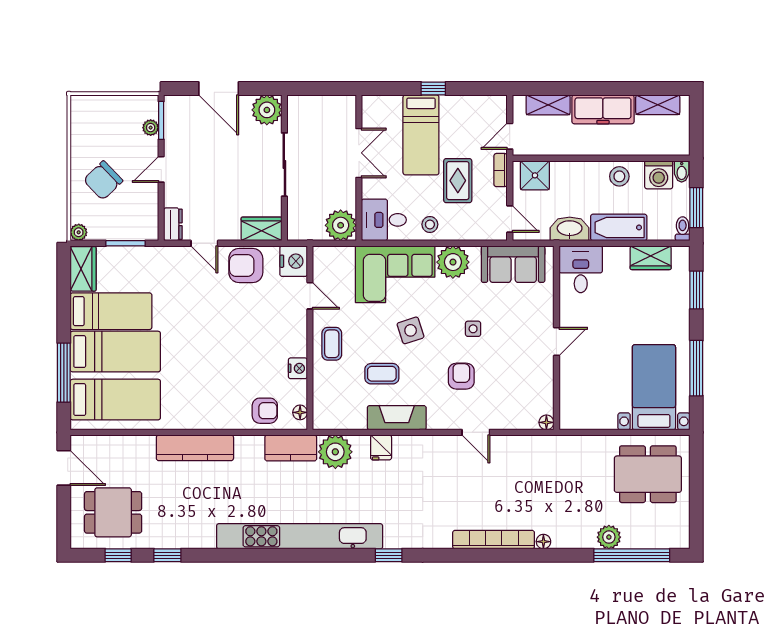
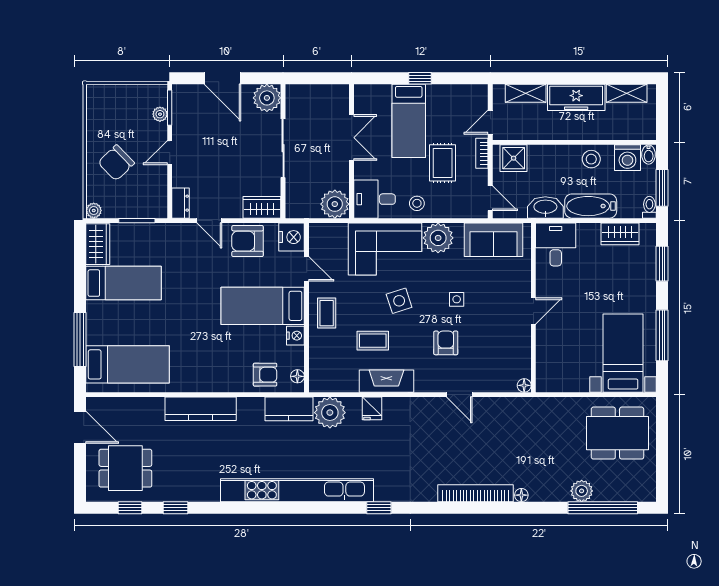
bed: (115, 352) -> (263, 306), moved, turned 180

